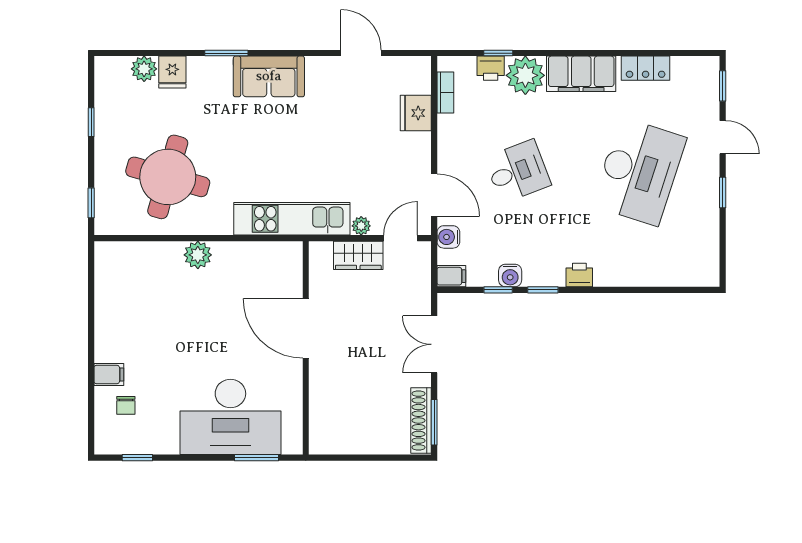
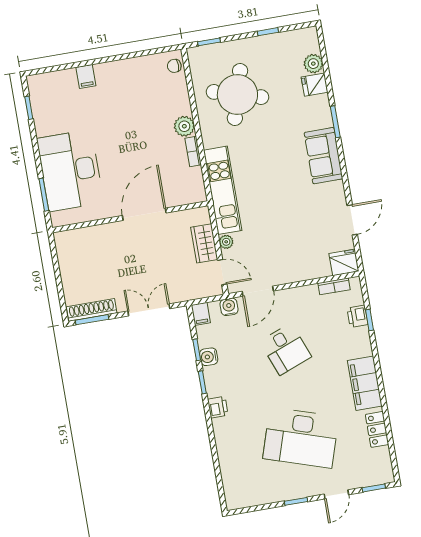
plant: (525, 75) -> (357, 343), removed
fridge: (416, 113) -> (344, 262), moved
bookcase: (233, 249) -> (193, 151), added
chair: (126, 405) -> (174, 66), moved

